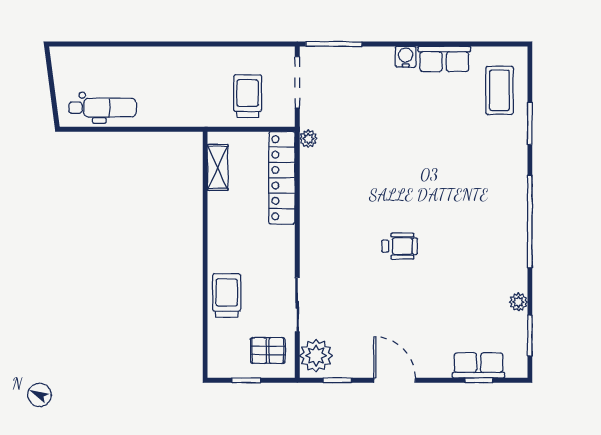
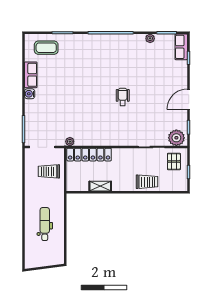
dental chair: (103, 108) -> (45, 224), moved
shelving: (218, 167) -> (100, 186), moved
trolley: (227, 296) -> (147, 182), turned 180
row of seats: (479, 365) -> (181, 47), moved

